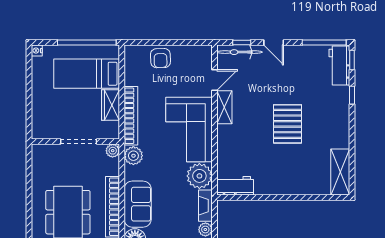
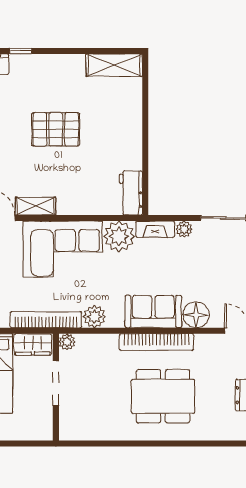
wall: (75, 142) -> (56, 387), moved
doorway: (79, 142) -> (56, 383), moved
plant: (113, 151) -> (67, 342), moved

